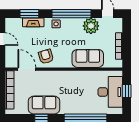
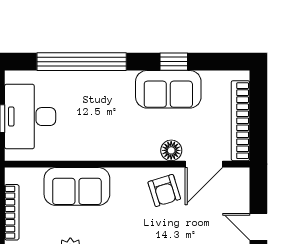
door: (27, 69) -> (204, 164), hinge flipped
floor lamp: (43, 76) -> (171, 150), added

